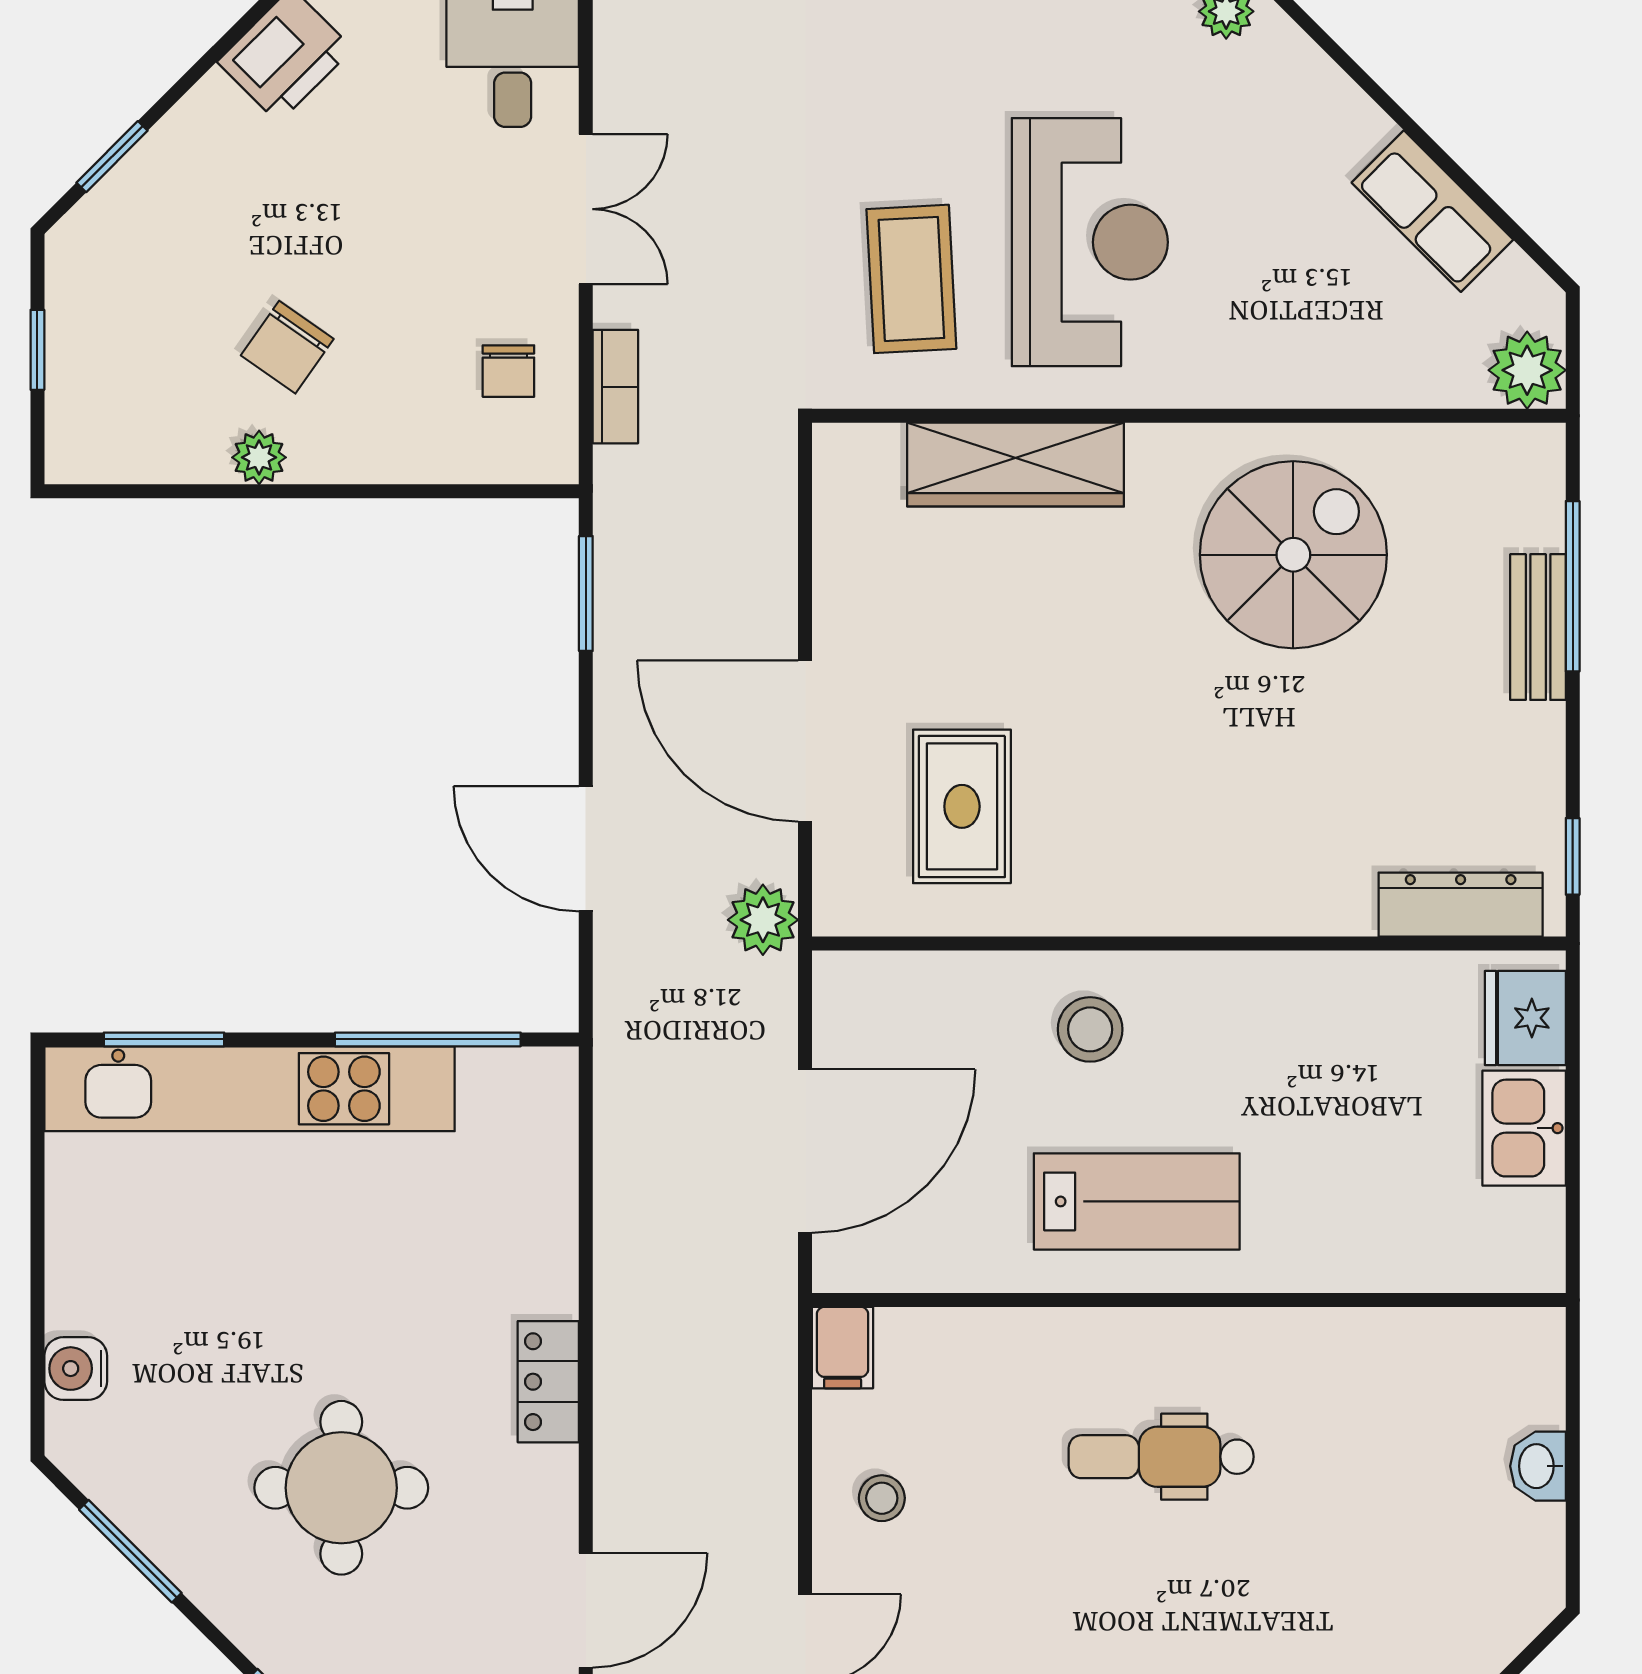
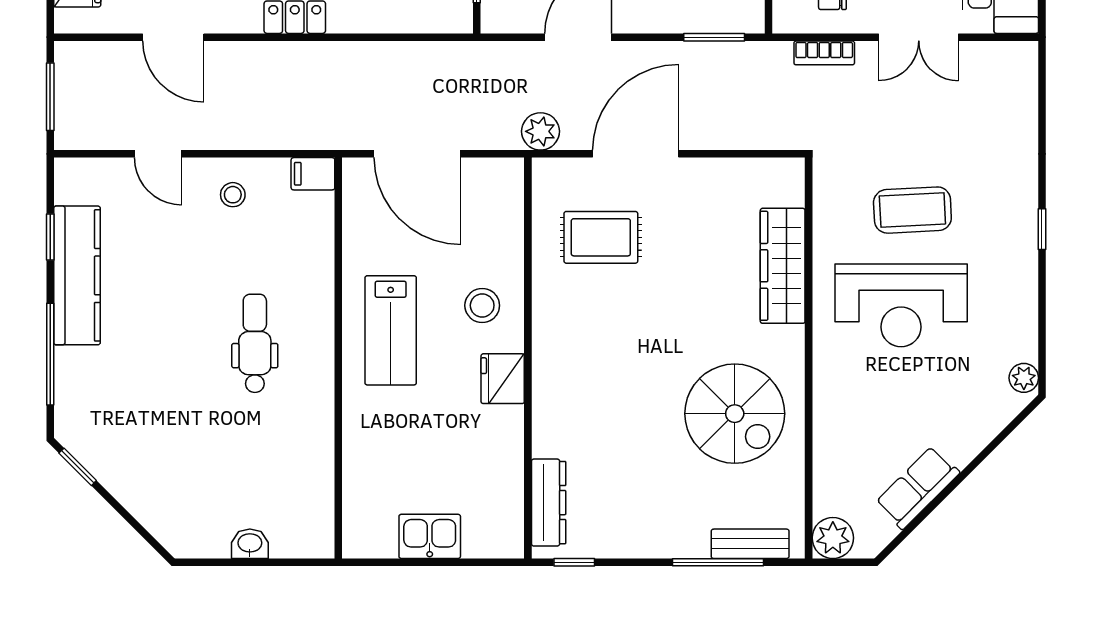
coffee table: (911, 279) -> (912, 210), moved
bench: (1538, 627) -> (750, 544), moved
fridge: (1525, 1018) -> (503, 379), moved, turned -90

